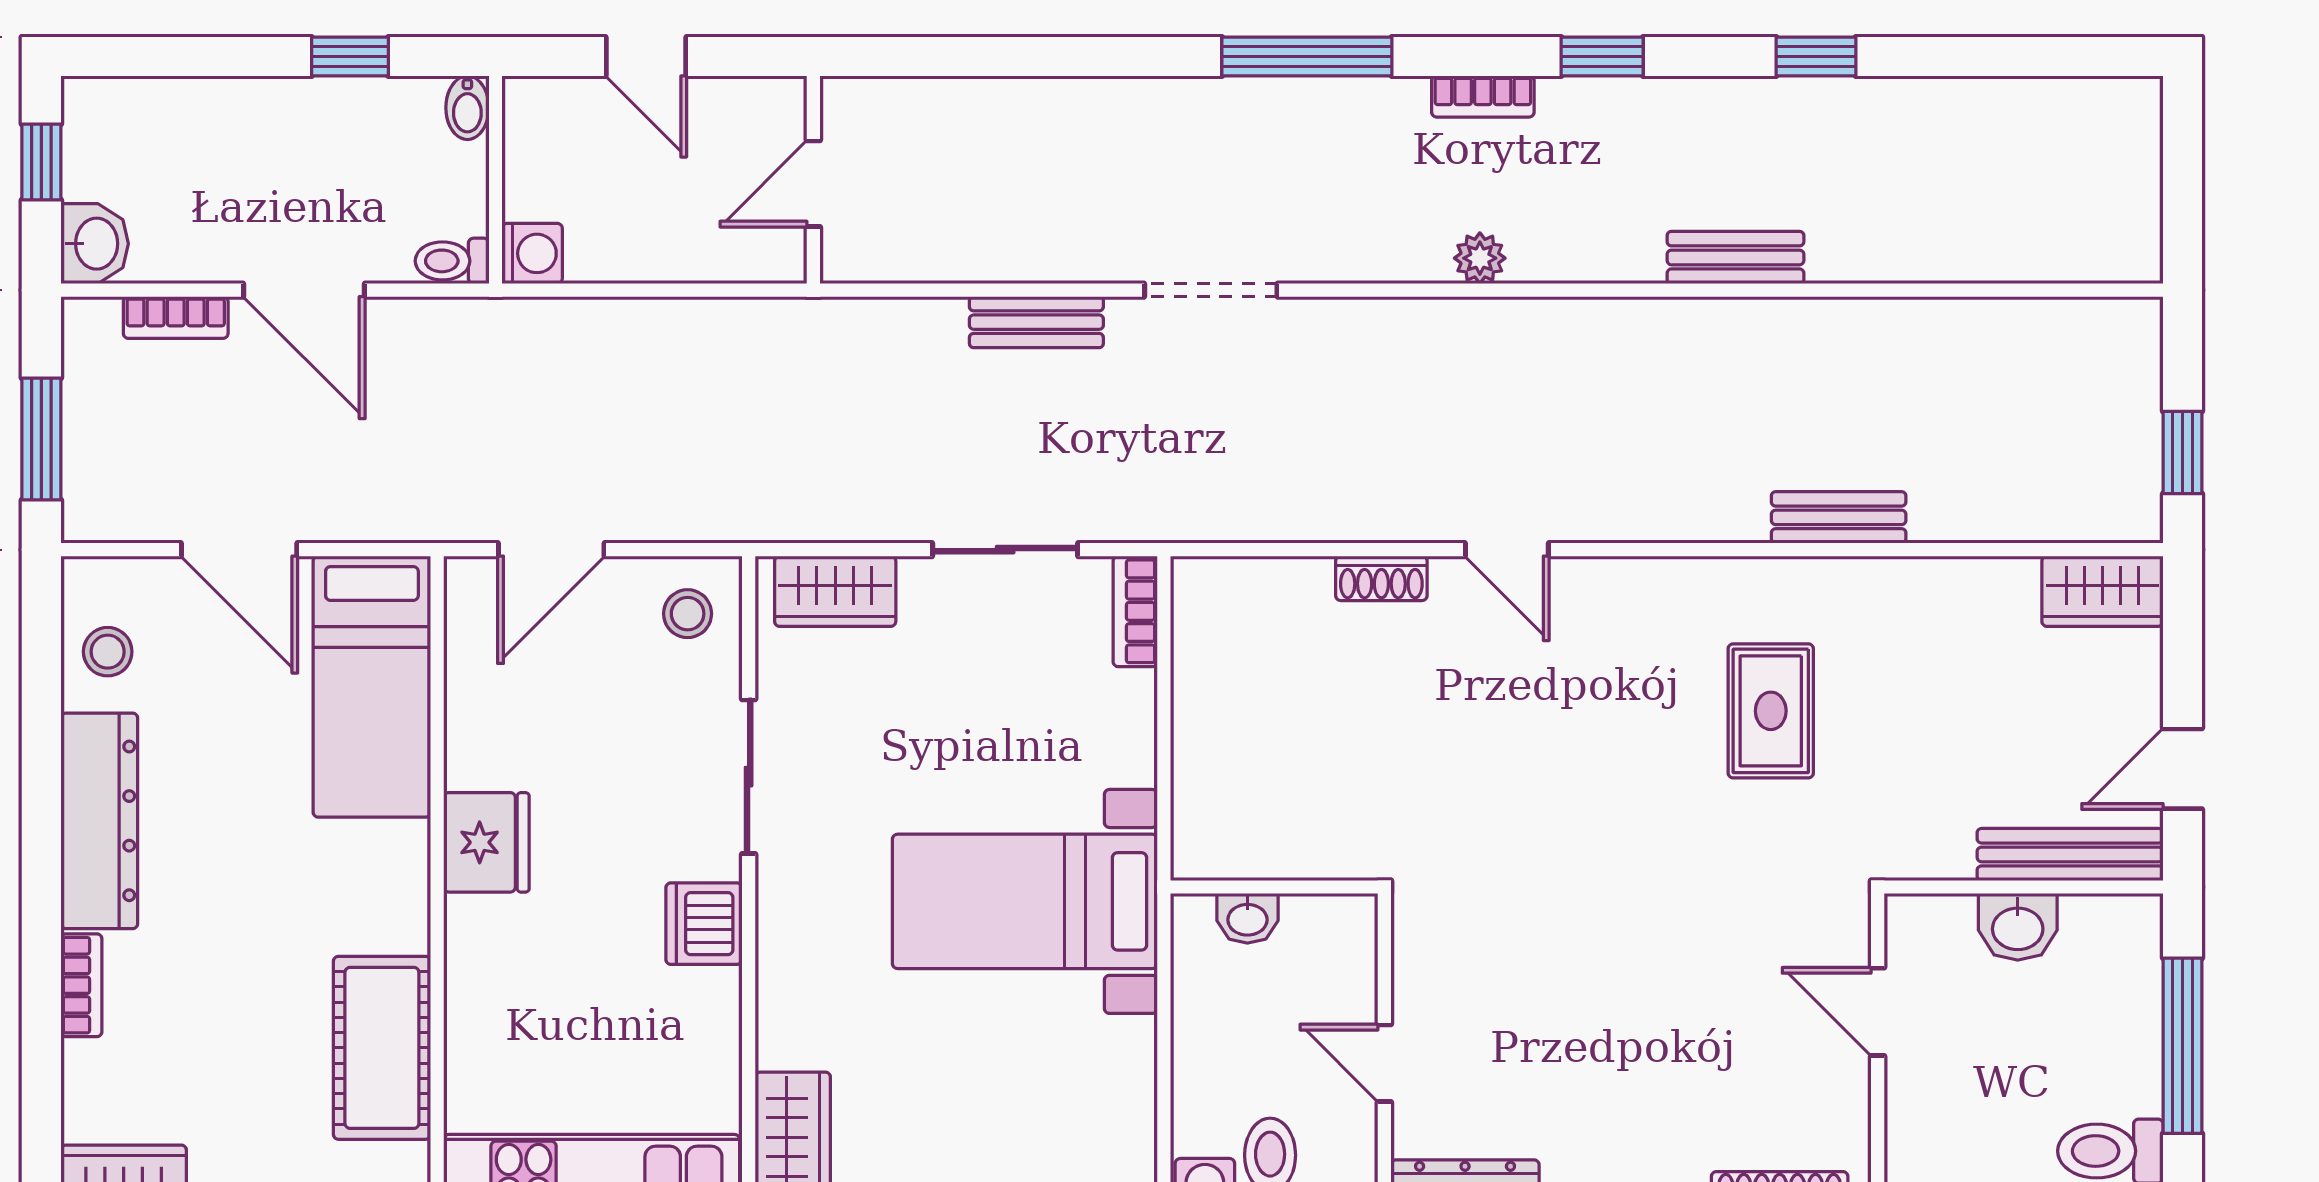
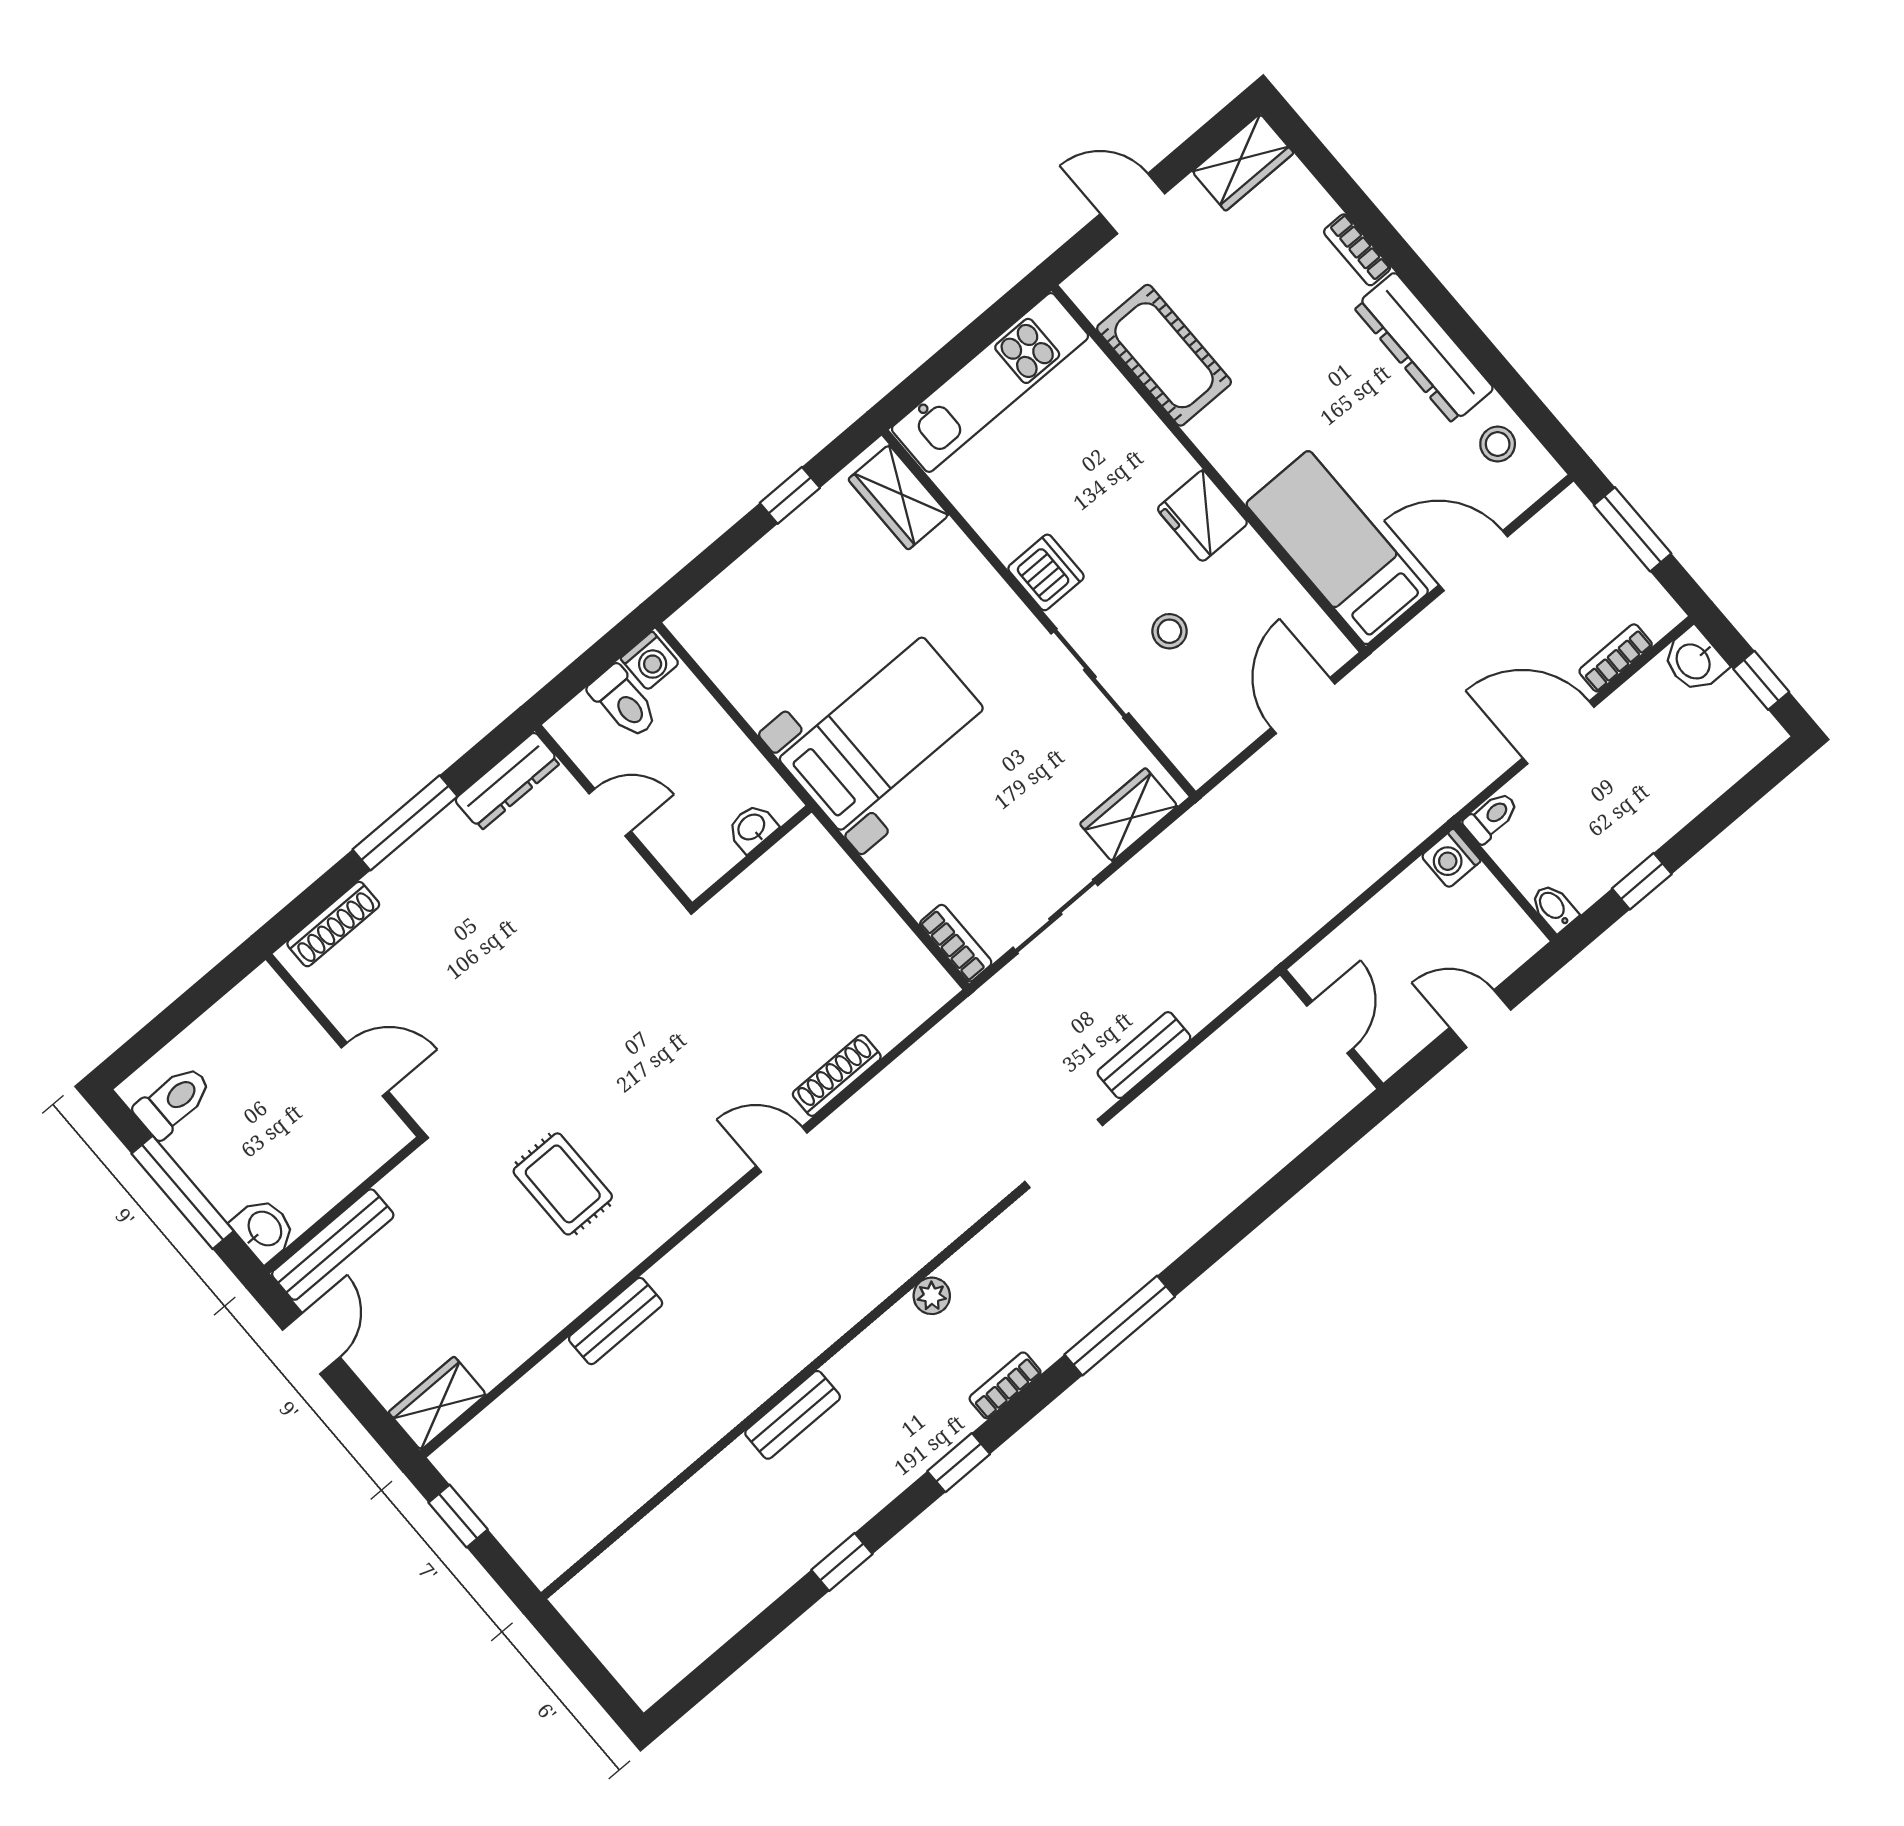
shoe rack: (1381, 578) -> (837, 1075), width x1.43
stool: (688, 614) -> (1169, 631), moved
washbasin: (2018, 927) -> (264, 1229), moved, turned 90

